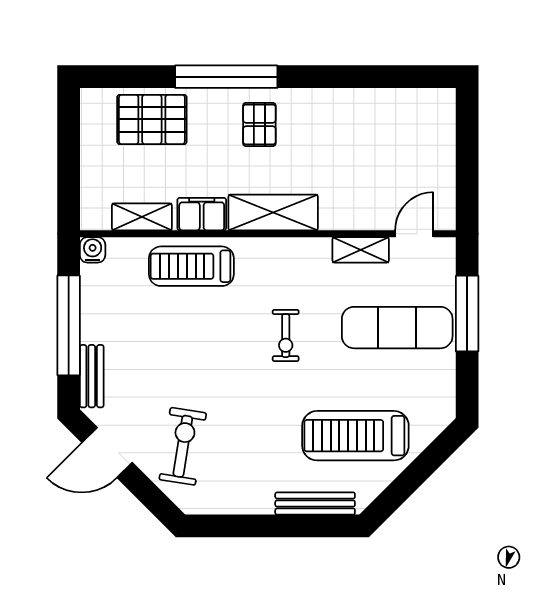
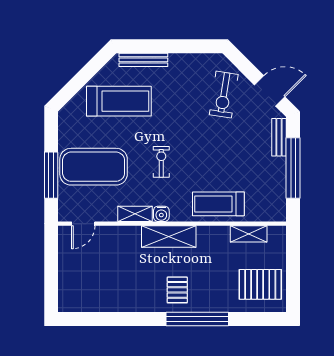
pallet: (152, 119) -> (260, 284), moved
filing cabinet: (202, 214) -> (212, 236), removed
water cooler: (93, 250) -> (161, 214), moved
shelving: (361, 250) -> (135, 214), moved
treadmill: (191, 266) -> (218, 204), turned 180
exercise mat: (397, 328) -> (94, 167), width x1.47

